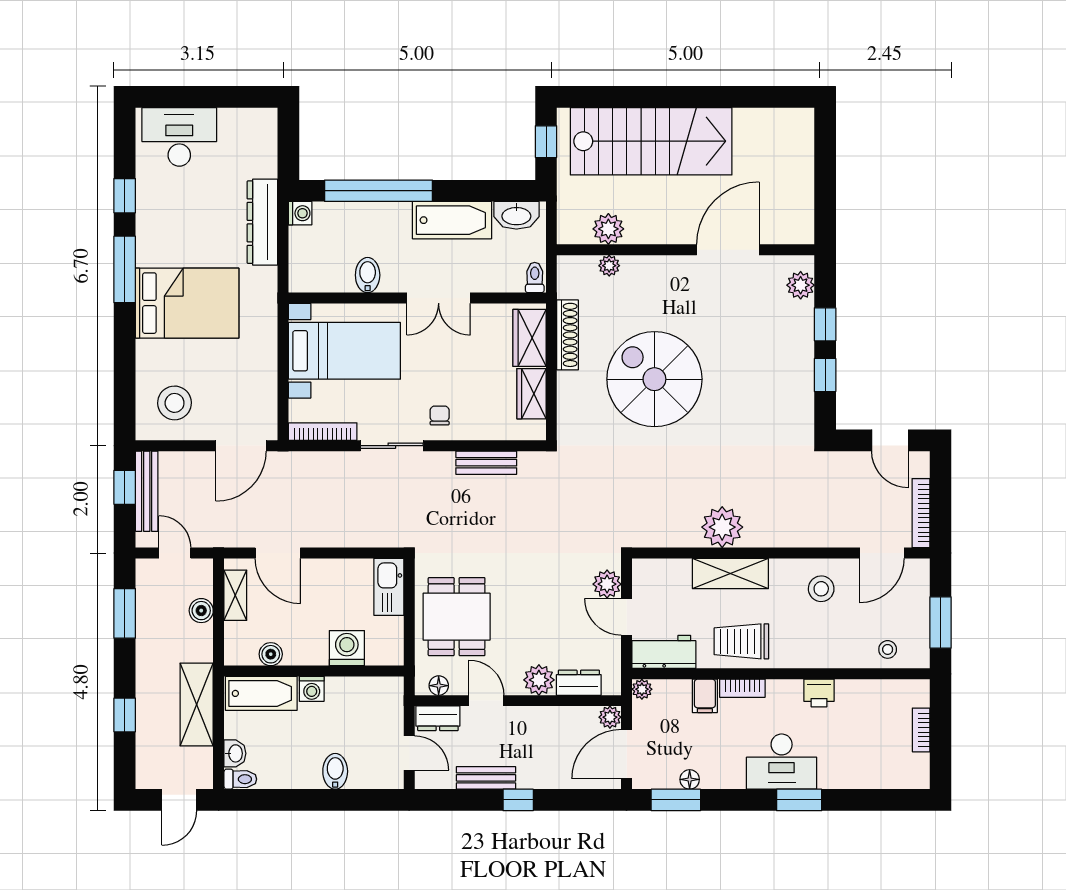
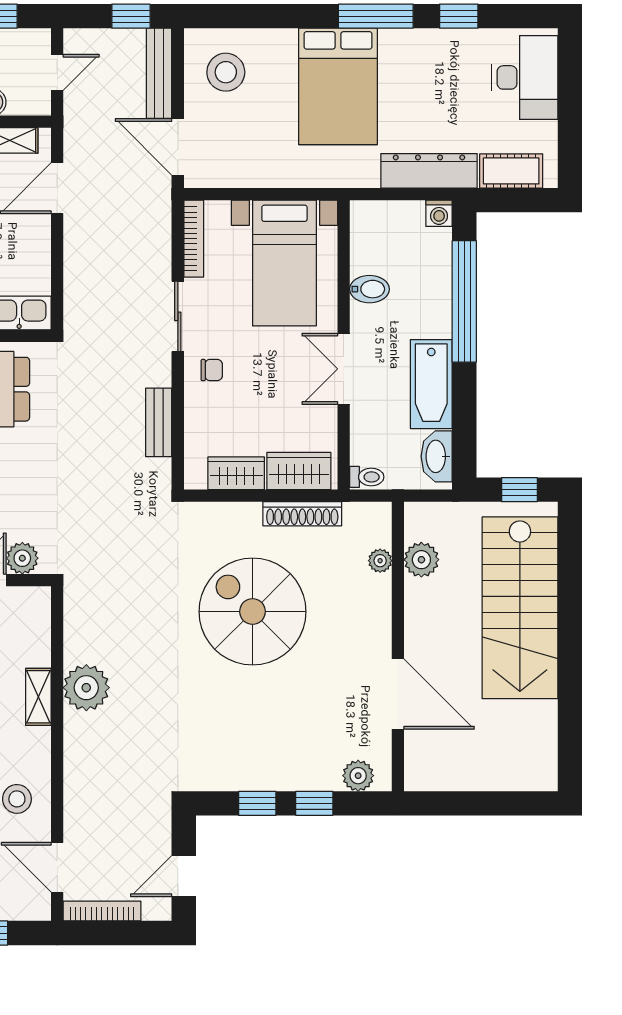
cot: (262, 149) -> (511, 171), added
spiral stairs: (654, 379) -> (253, 612), turned -90
bench: (147, 491) -> (159, 73), moved, turned 90
shelving: (730, 574) -> (38, 697), width x0.67, depth x0.75

